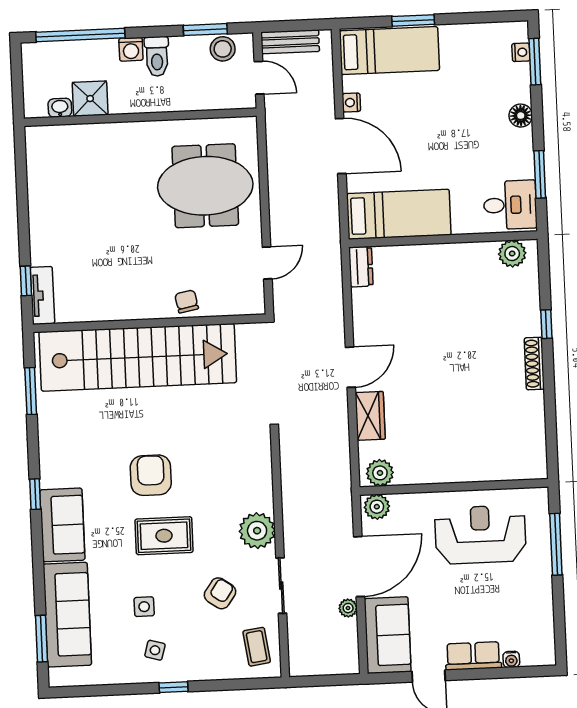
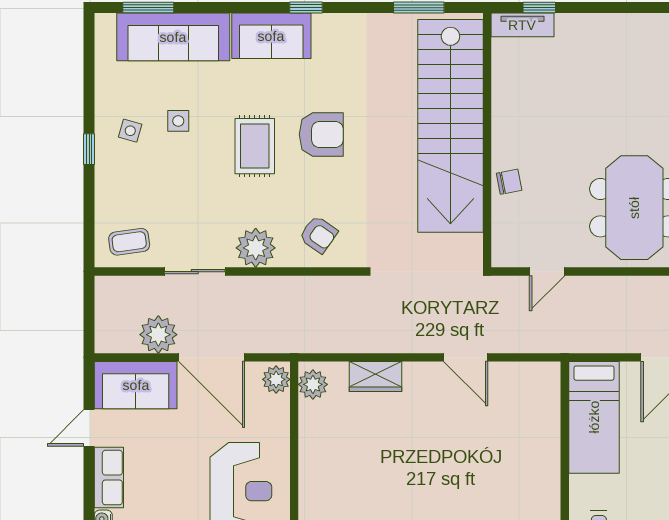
door: (267, 263) -> (547, 272), hinge flipped
dresser: (361, 267) -> (539, 374), removed
door: (350, 367) -> (466, 357), moved
armchair: (220, 593) -> (318, 234), moved
plant: (348, 608) -> (158, 335), width x1.87, depth x1.87

